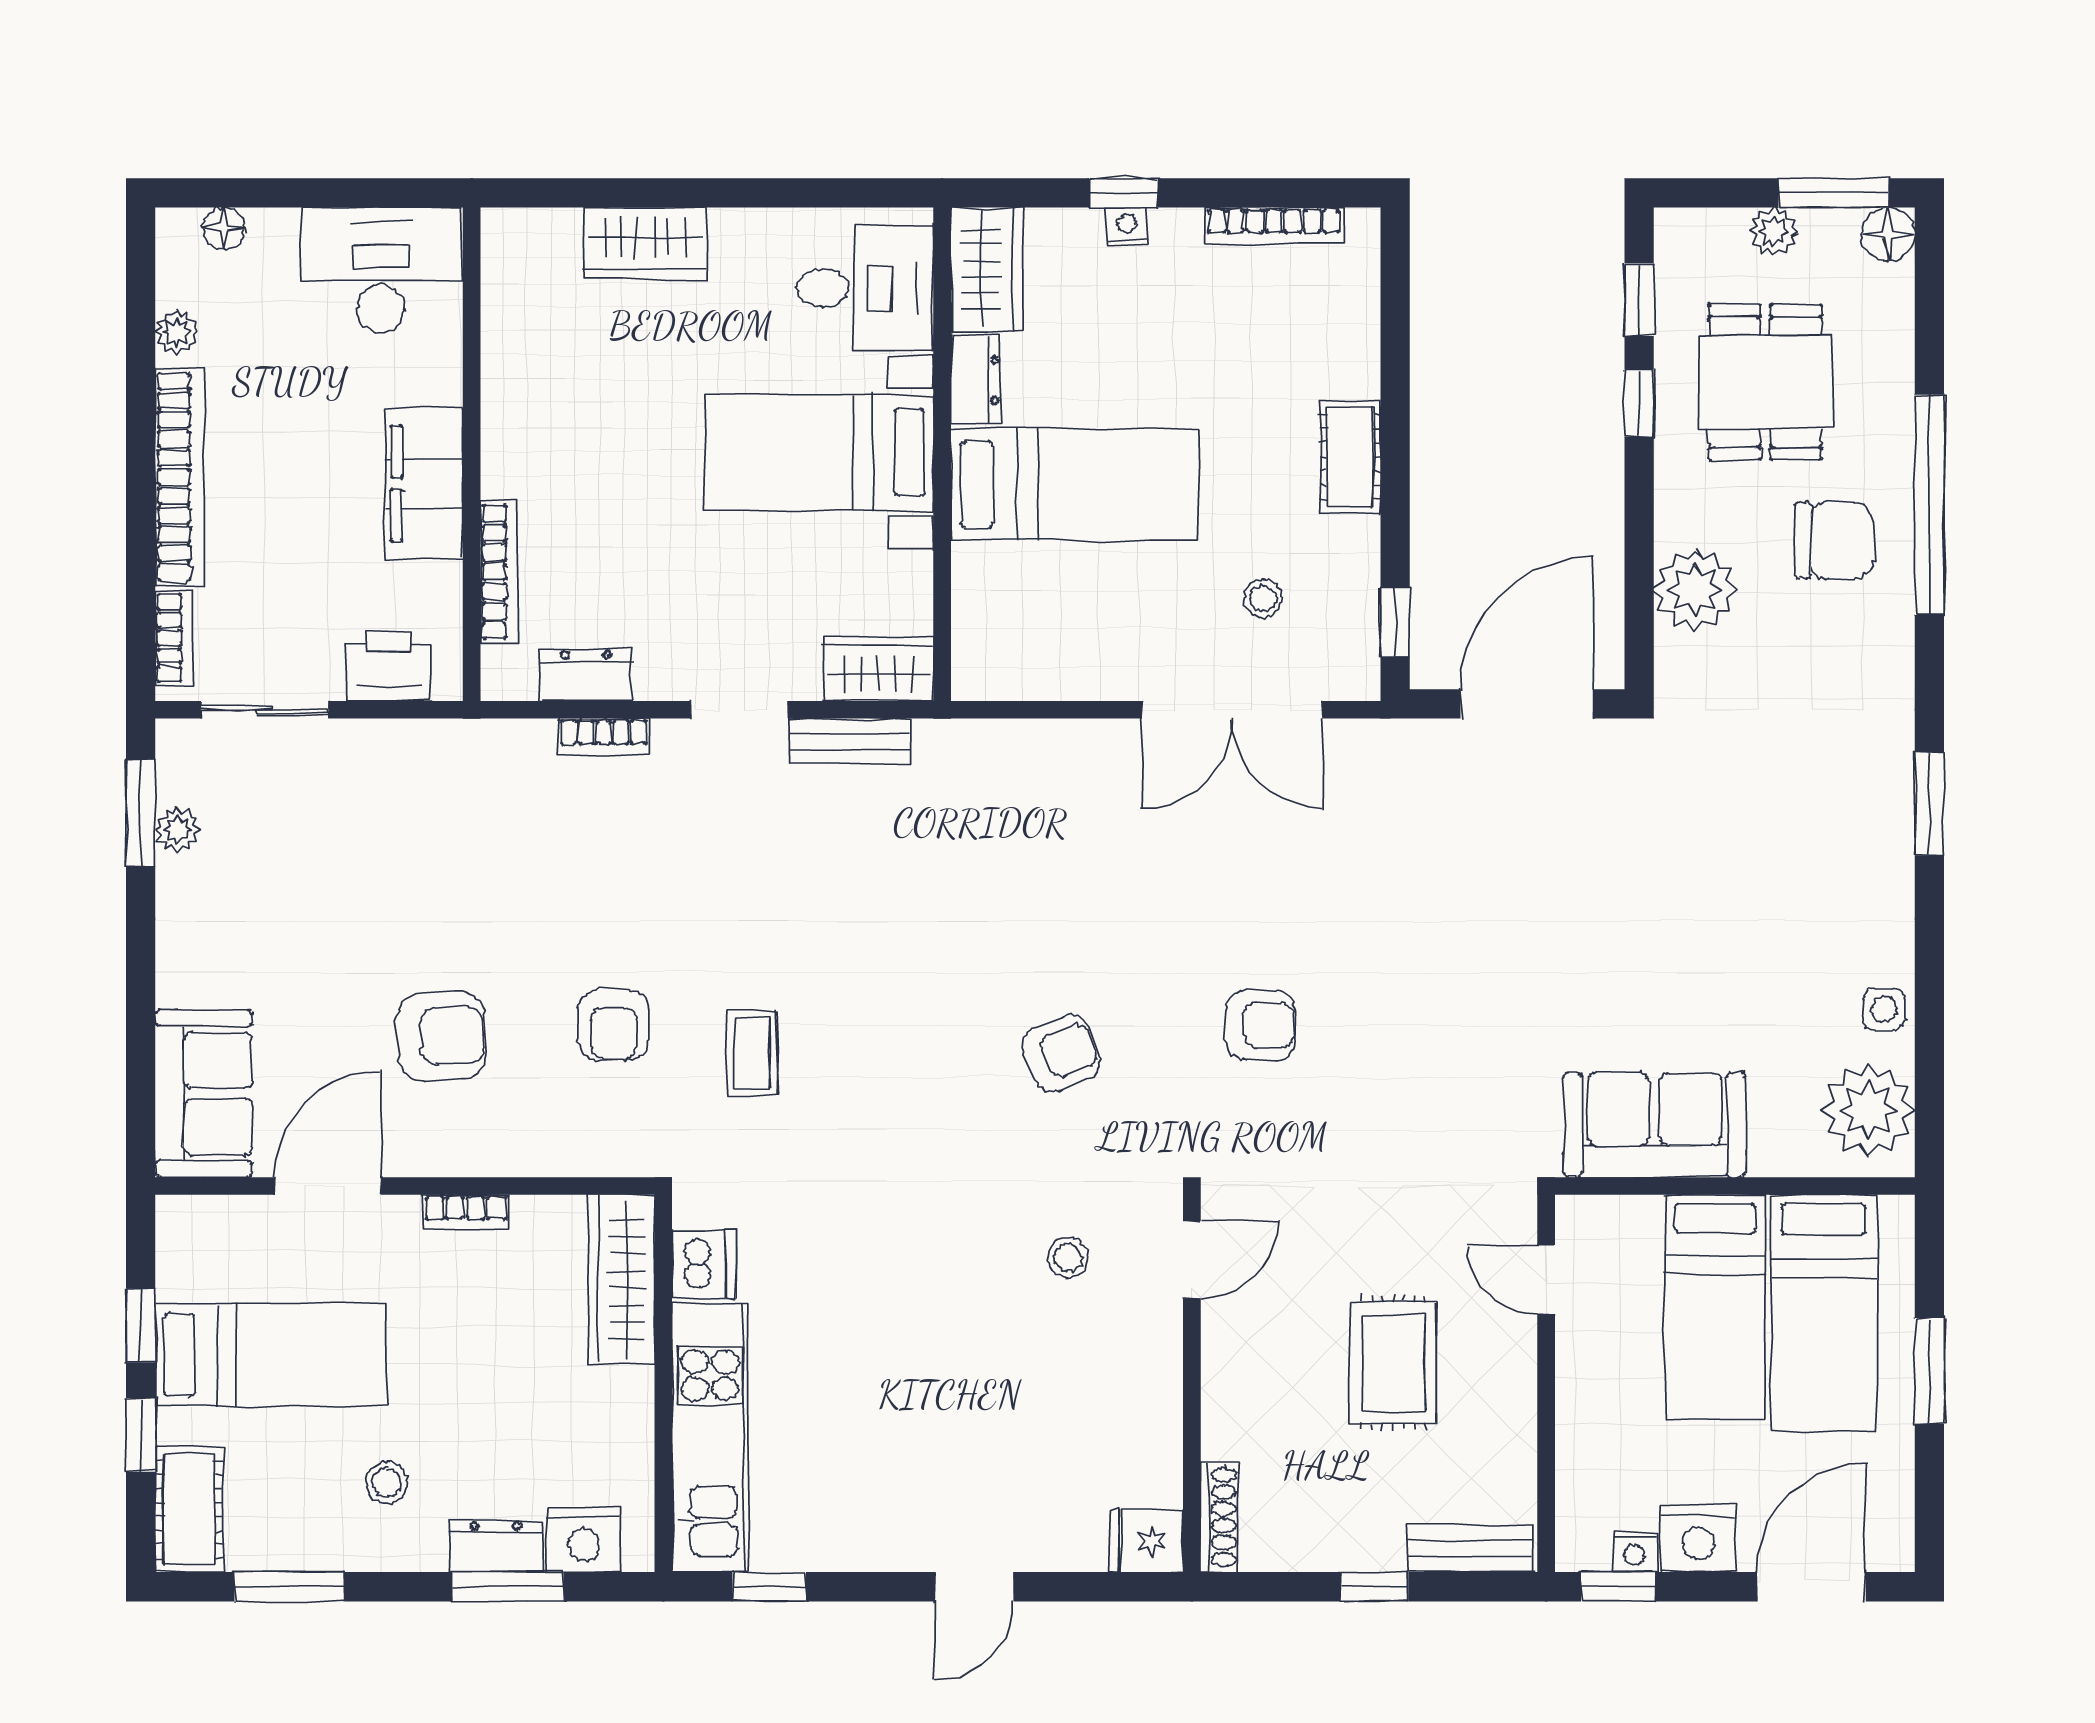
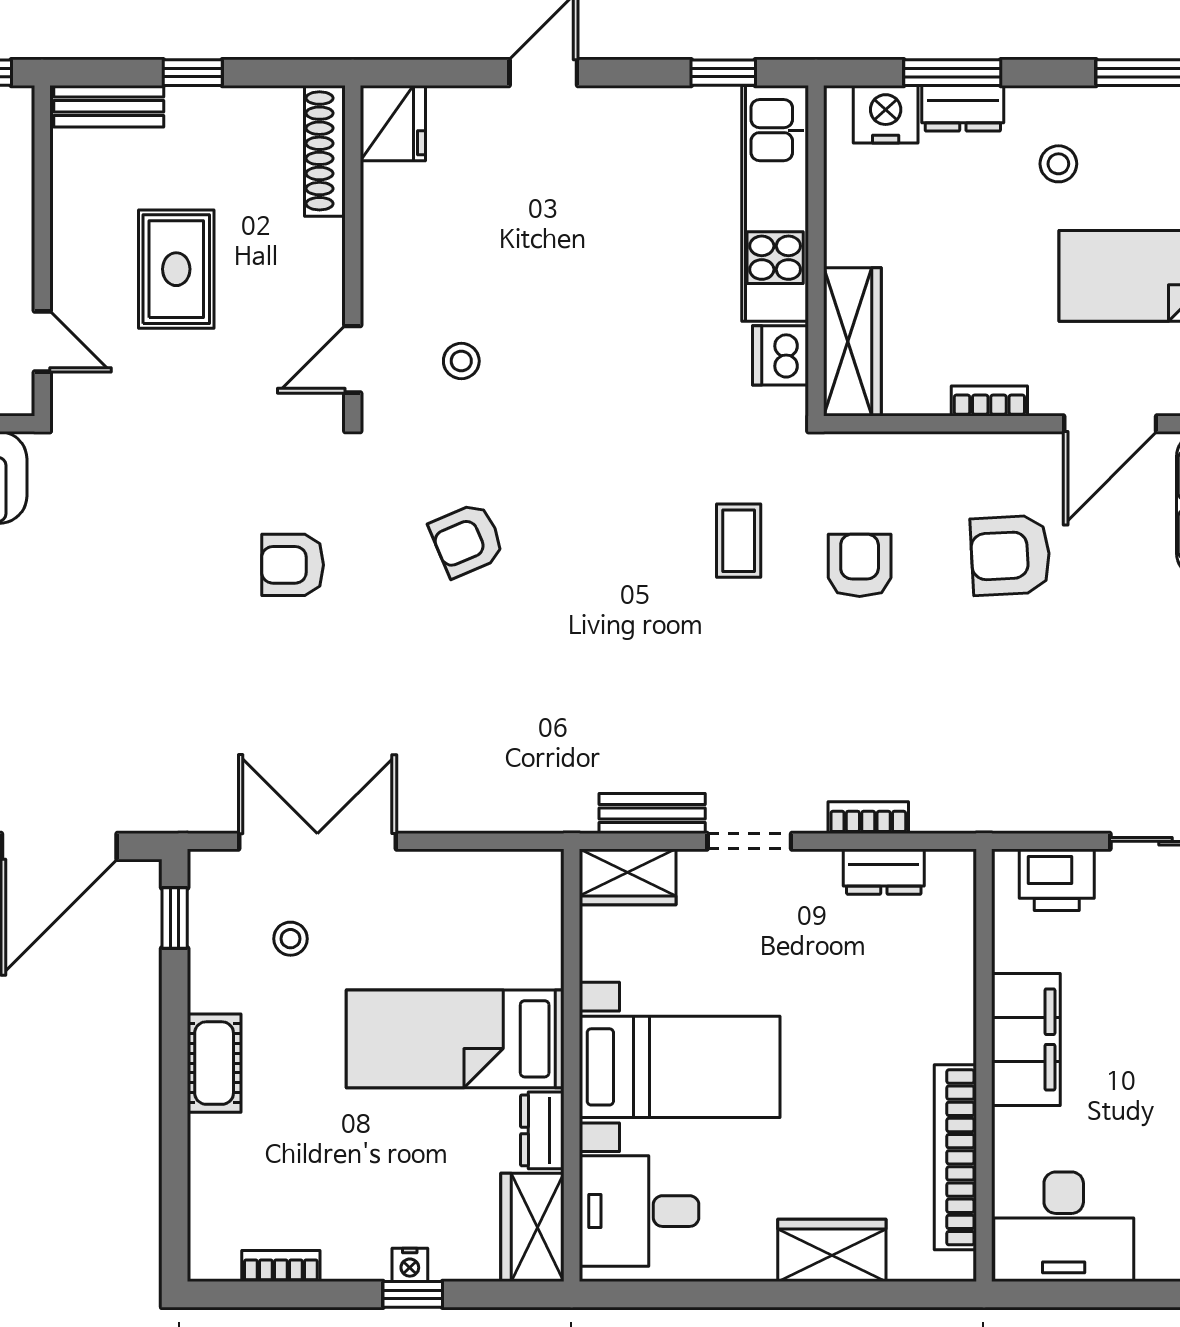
bookcase: (1274, 225) -> (281, 1266), width x0.64
bookcase: (499, 572) -> (955, 1157), moved, width x1.48, depth x1.31
shoe rack: (1219, 1517) -> (325, 151), width x1.36, depth x1.24
fridge: (1146, 1541) -> (393, 123), width x1.38

